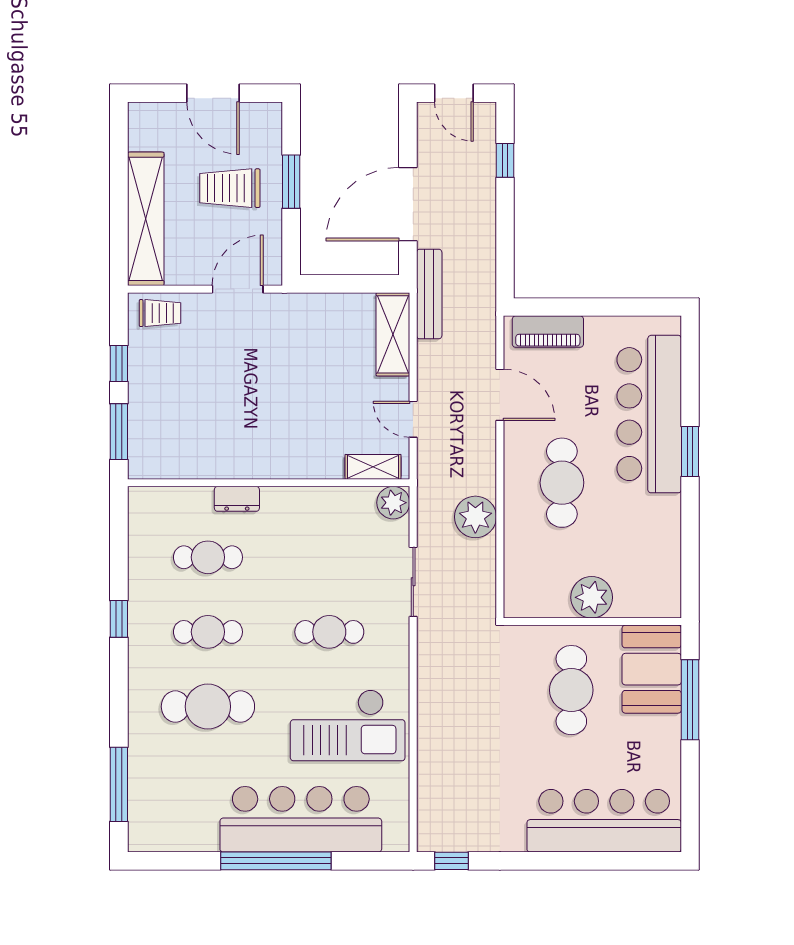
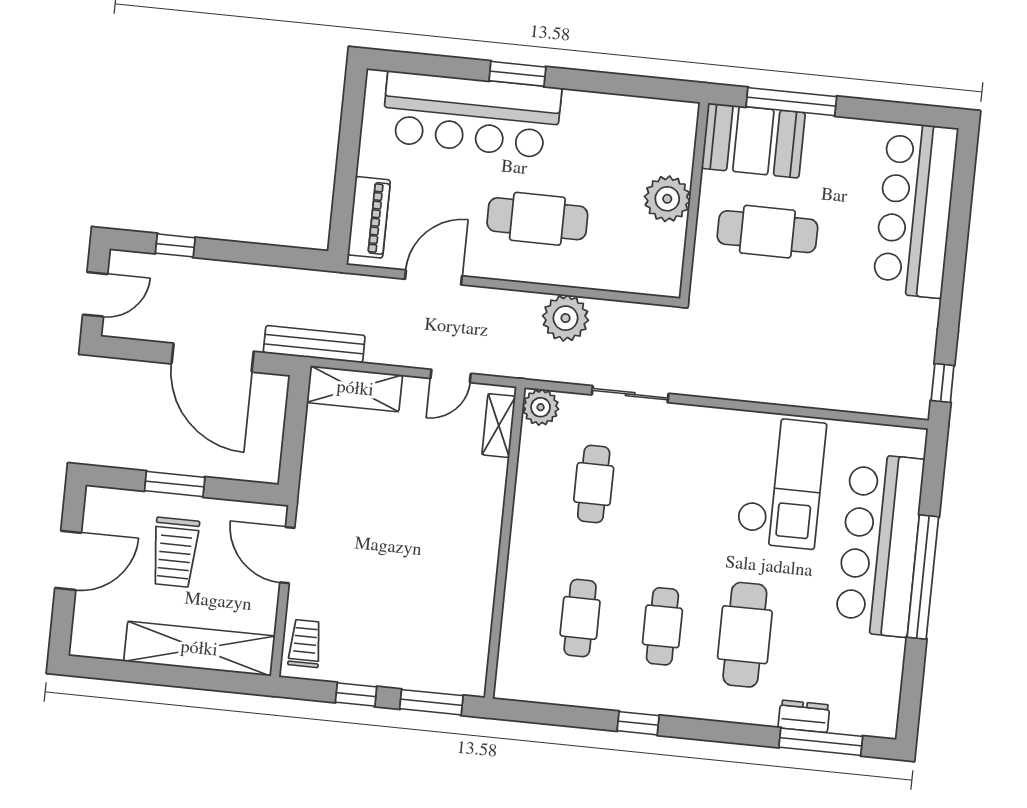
dresser: (237, 499) -> (804, 716), moved, turned -90
cafe table: (329, 632) -> (594, 484), moved

